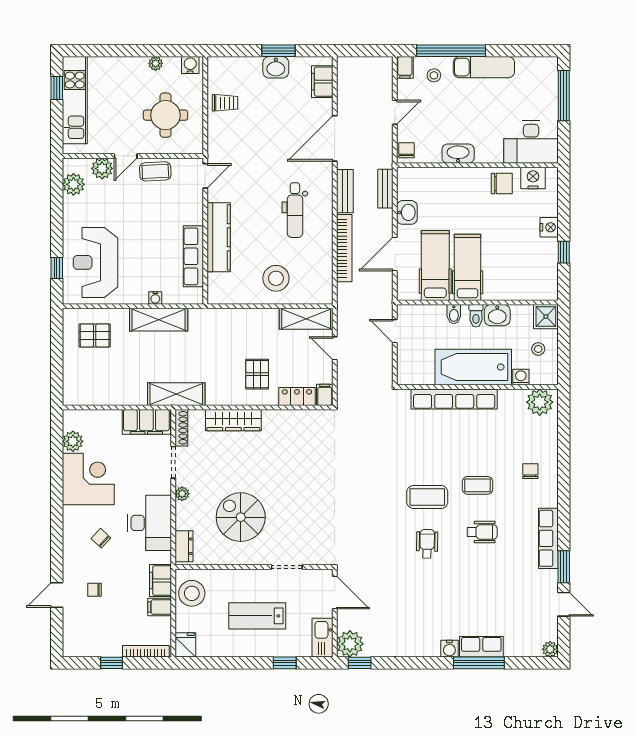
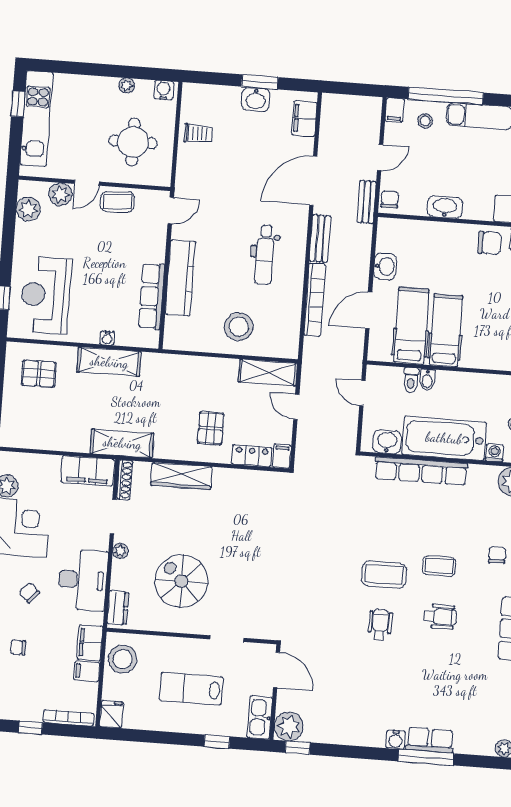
bench: (385, 189) -> (367, 202), moved
washbasin: (497, 315) -> (387, 442), moved, turned 180
toilet: (476, 316) -> (411, 380), moved

